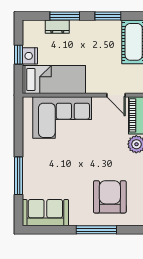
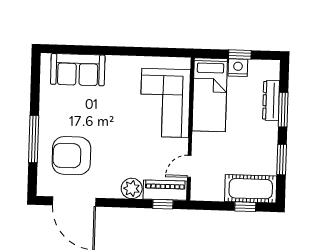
dresser: (57, 27) -> (271, 100), width x1.44
window: (19, 176) -> (99, 50), removed
armchair: (110, 197) -> (71, 156), turned 180
sofa: (45, 213) -> (78, 70), moved, turned 90

